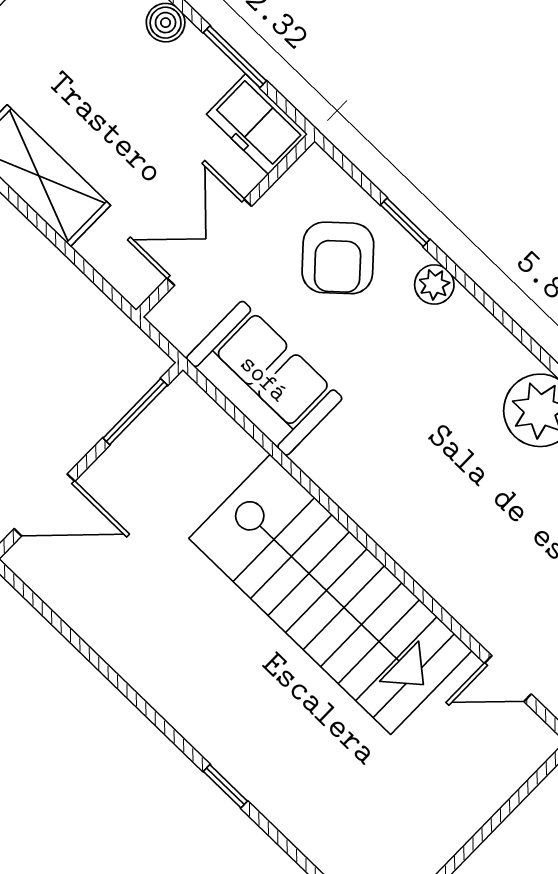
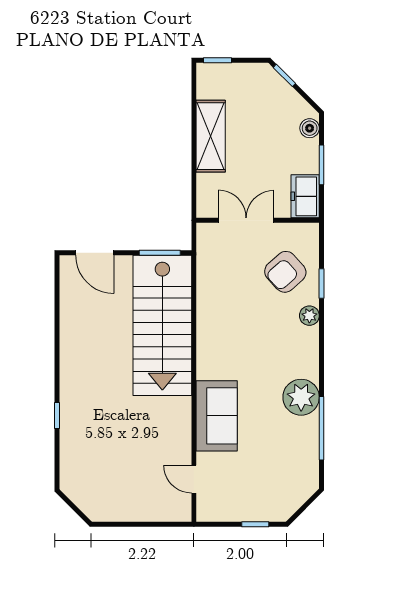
sofa: (264, 378) -> (217, 416), moved
stairs: (330, 594) -> (162, 325), moved

